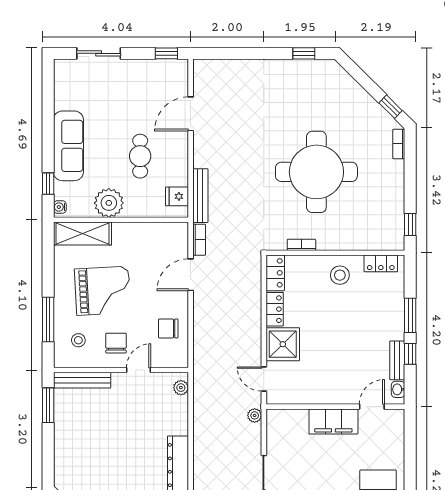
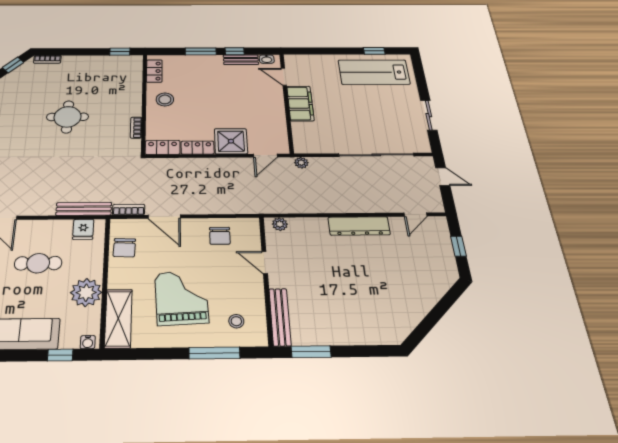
round table: (316, 172) -> (68, 117), width x0.54, depth x0.54
chair: (116, 343) -> (124, 248), moved, turned -88

